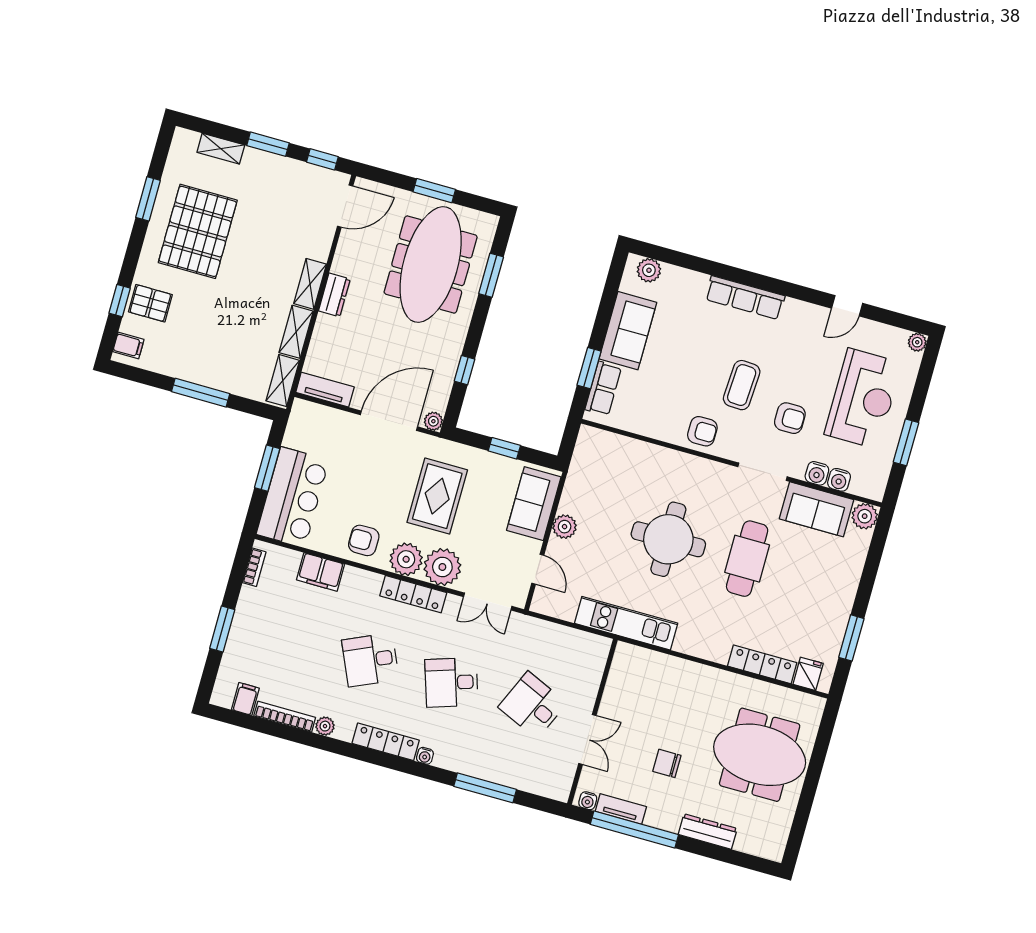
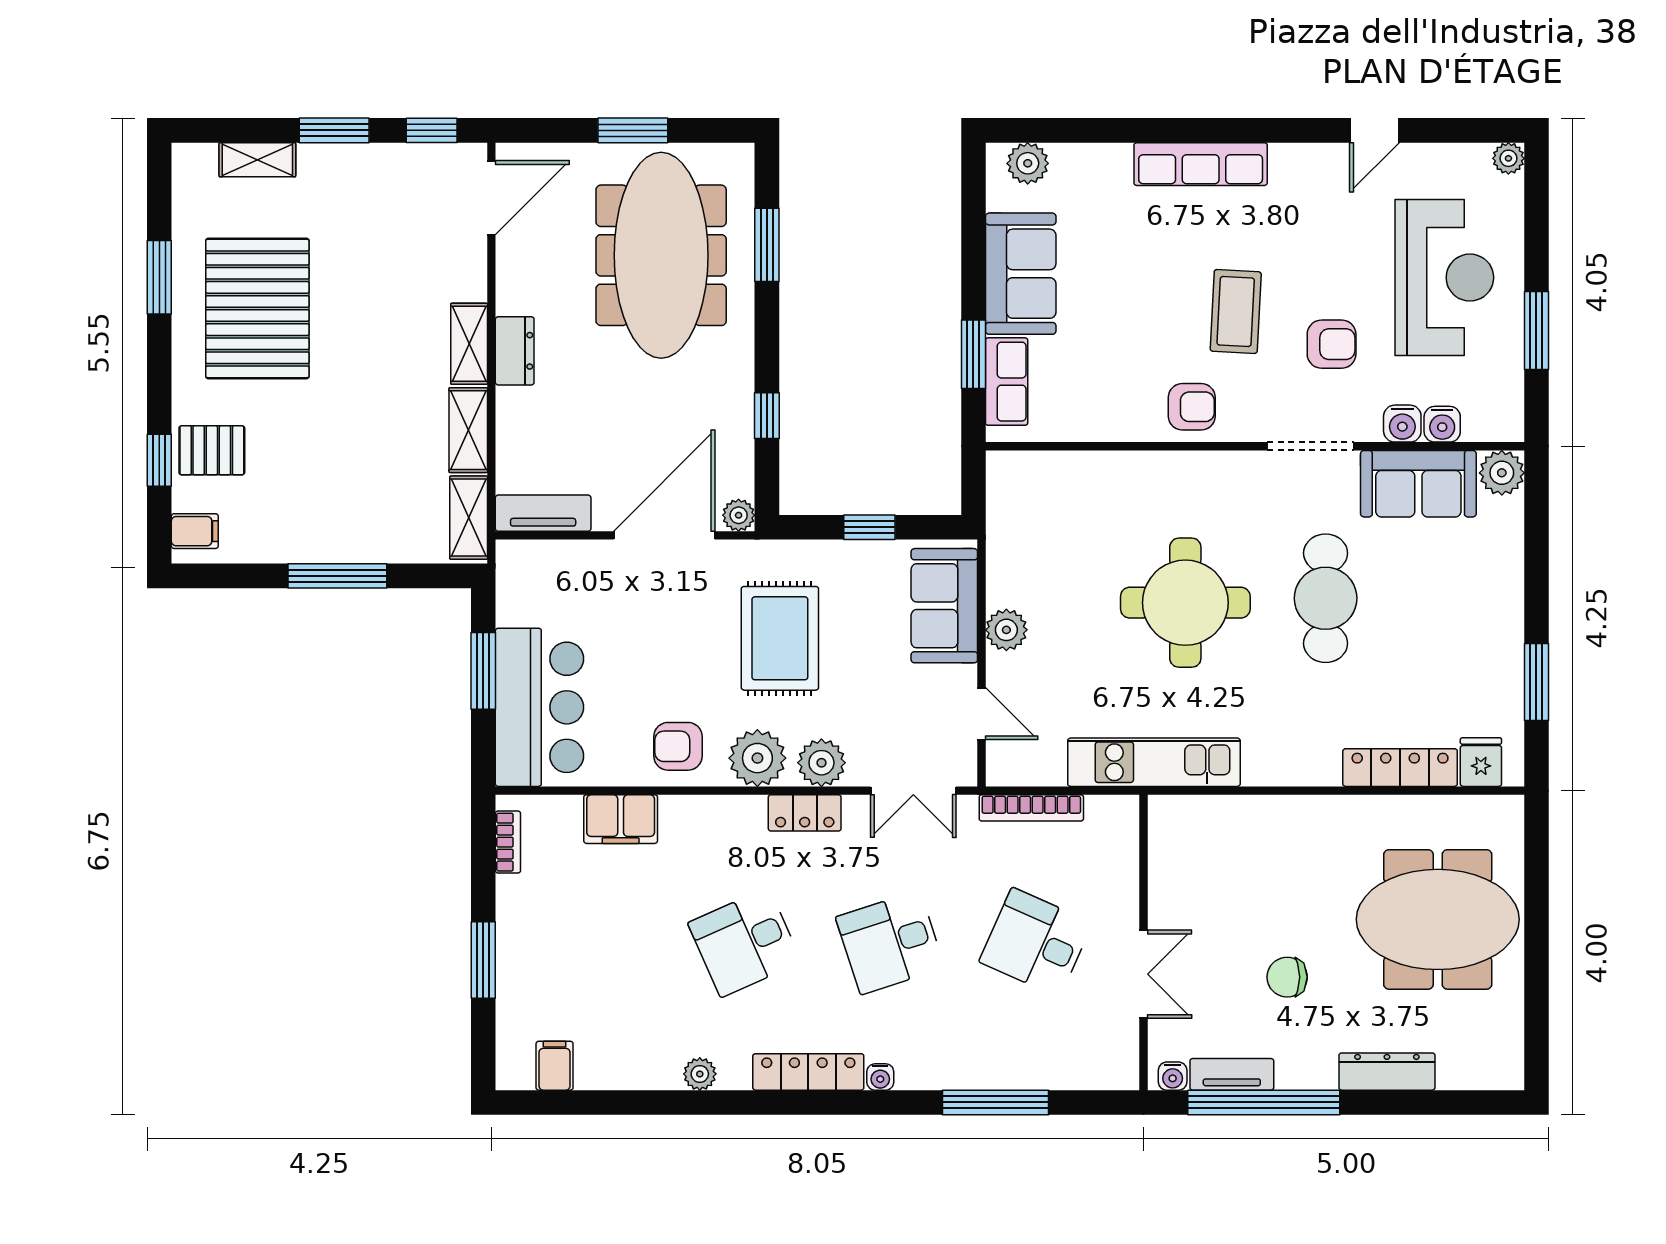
plant: (442, 567) -> (821, 763), width x0.73, depth x0.73
locker: (413, 594) -> (805, 813), width x0.66
bookcase: (285, 717) -> (1031, 808), moved, turned 180

